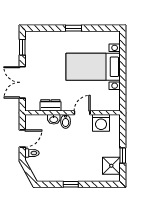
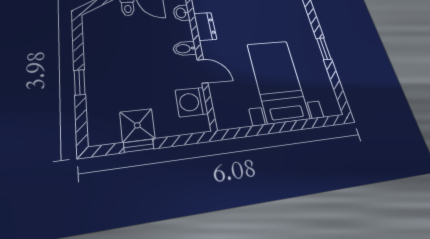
washbasin: (54, 119) -> (181, 13), moved
shower: (111, 166) -> (137, 125), moved
window: (71, 184) -> (80, 82), moved

